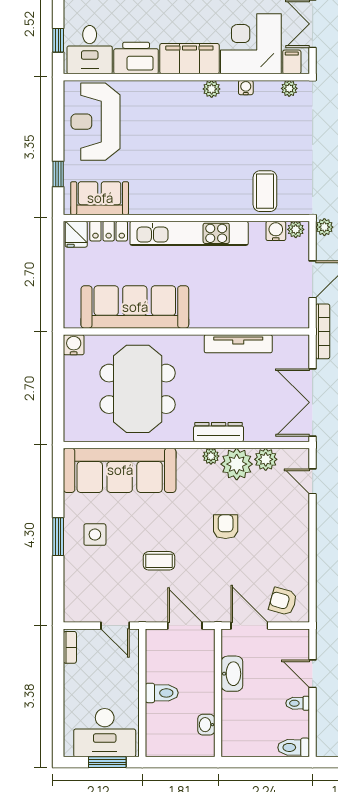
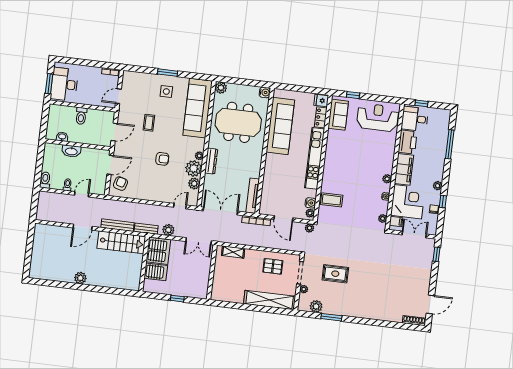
tv unit: (238, 344) -> (253, 196), moved
plant: (75, 430) -> (221, 88), added
washbasin: (232, 674) -> (71, 151), moved

